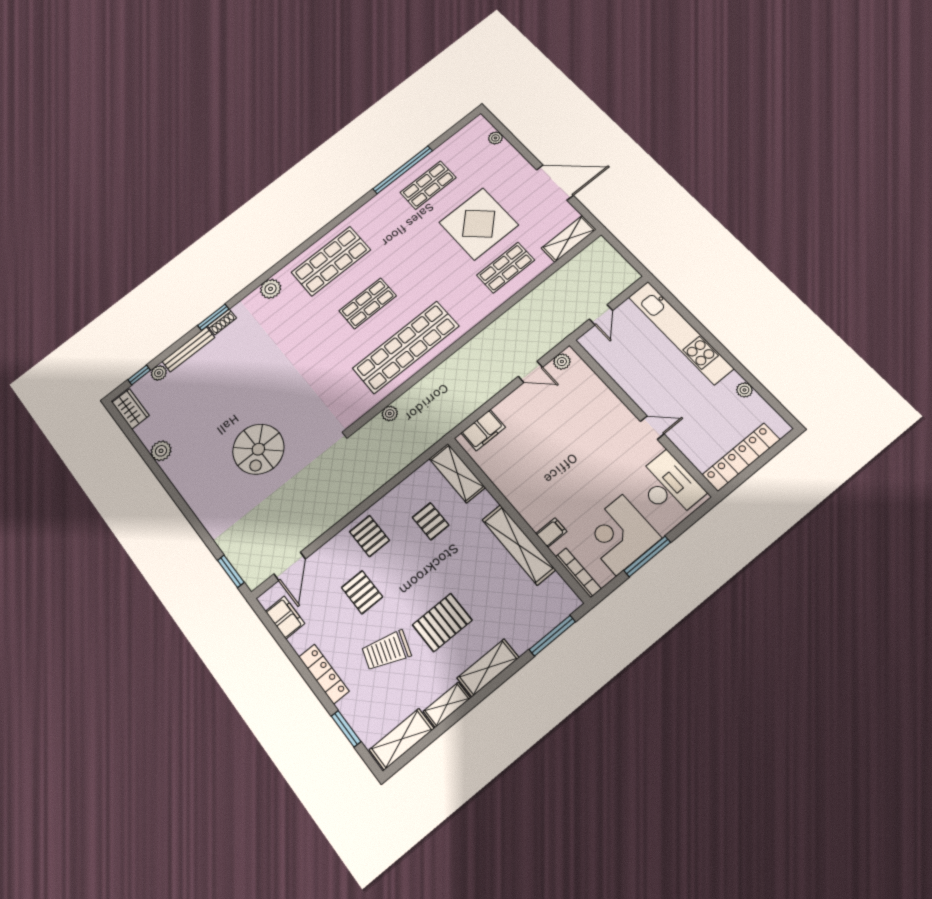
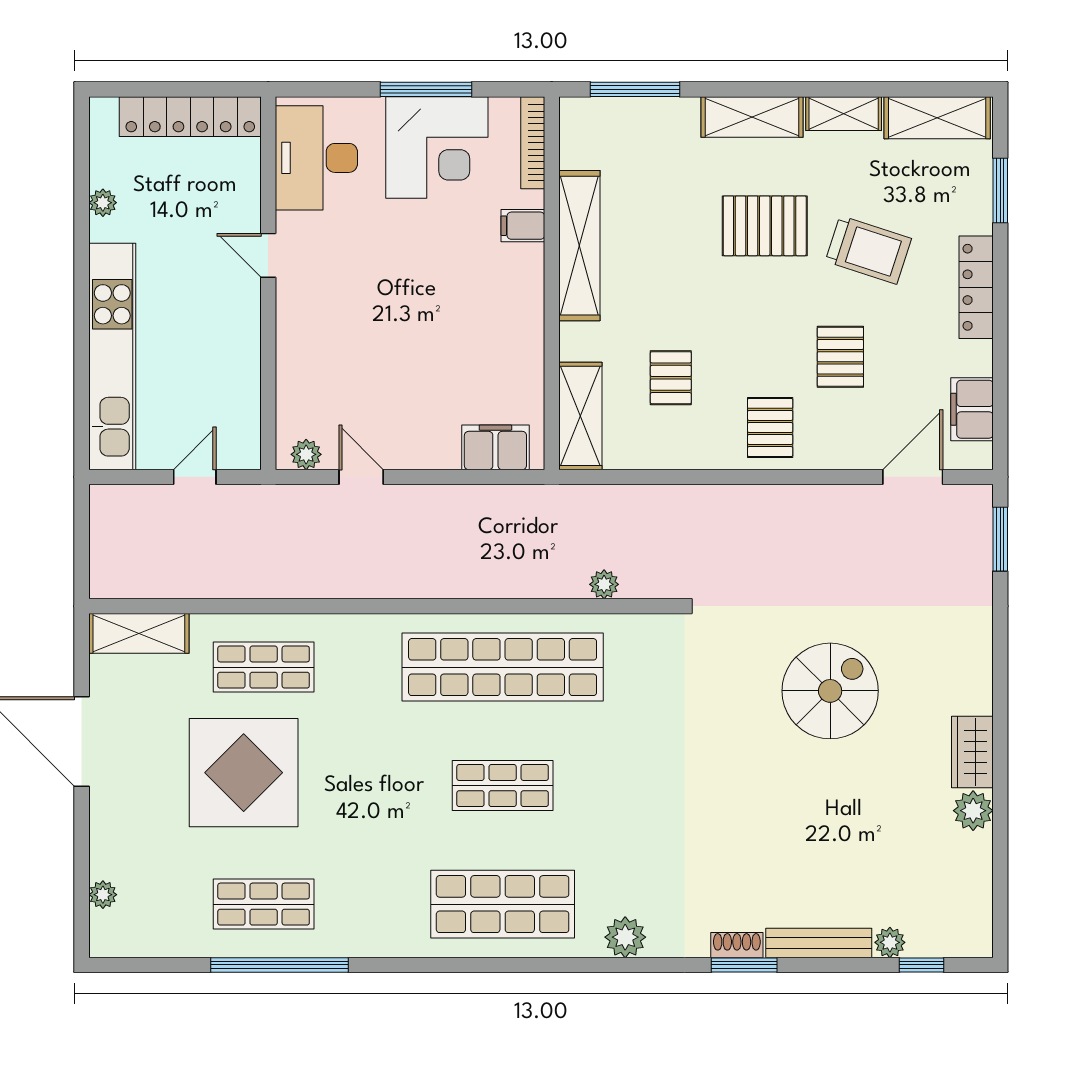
wardrobe: (131, 409) -> (972, 752), moved

